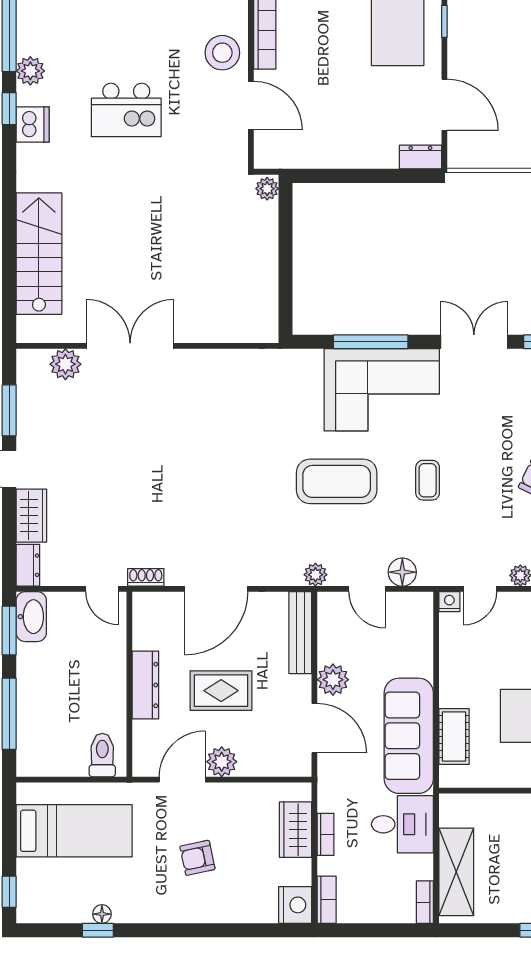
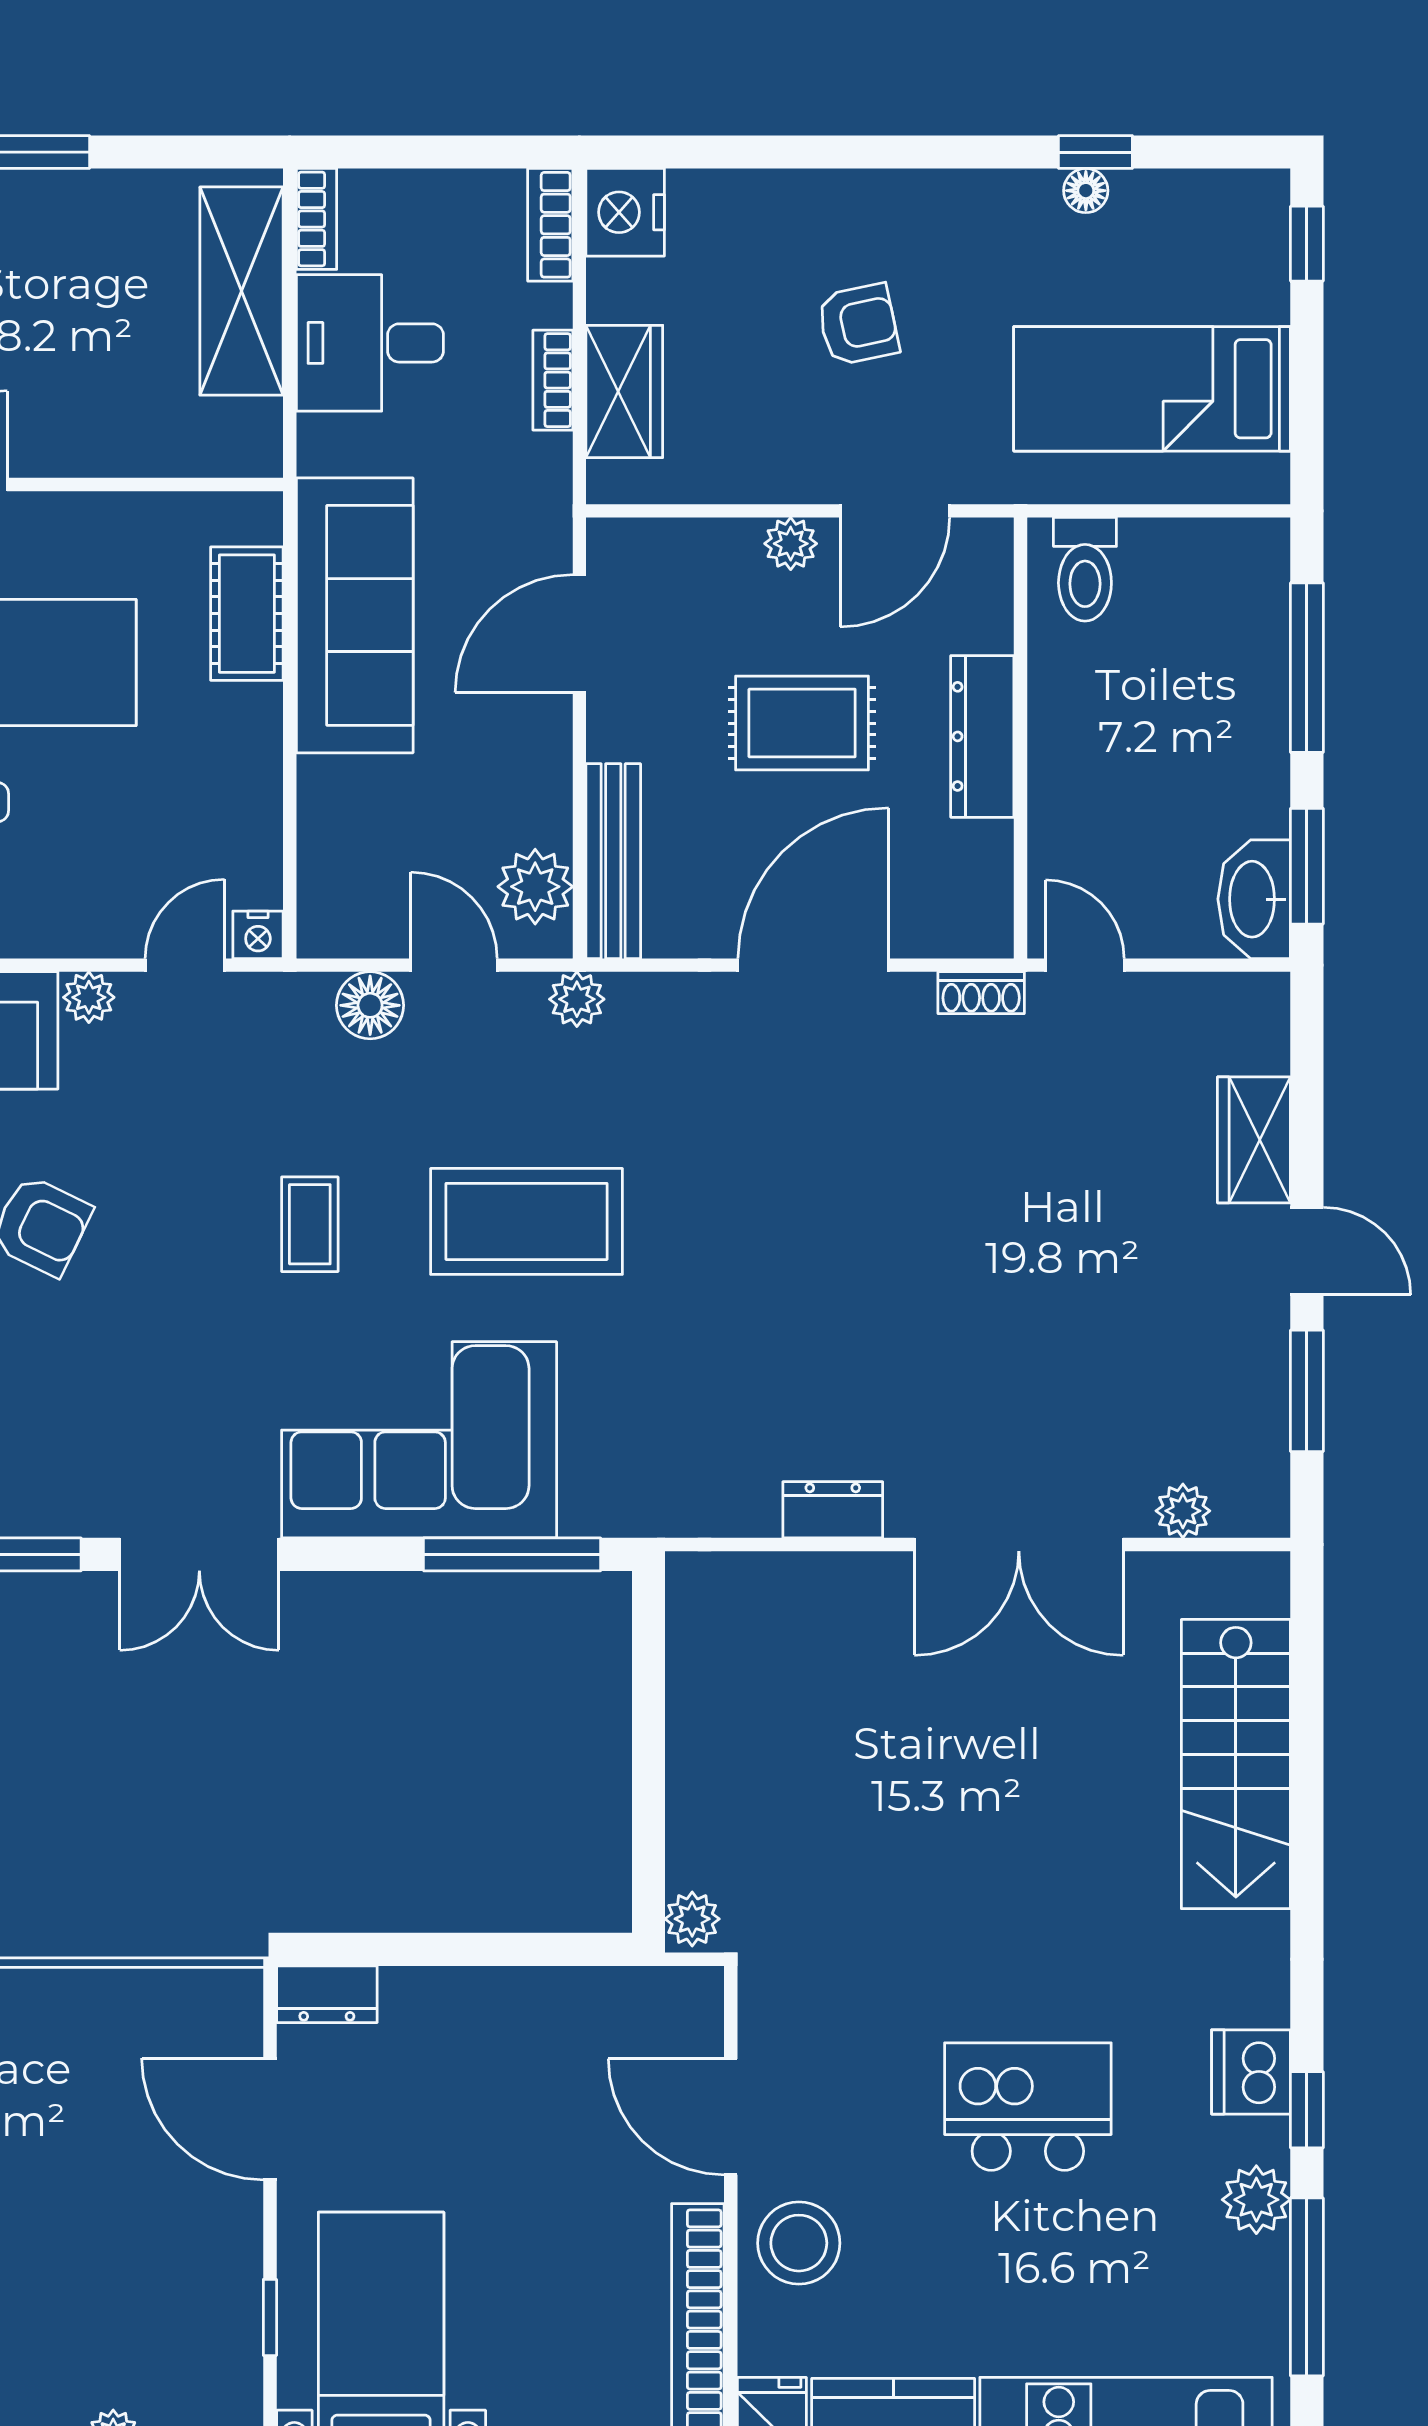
window: (371, 342) -> (512, 1554), moved
plant: (65, 364) -> (1183, 1511), width x0.73, depth x0.73
dresser: (28, 565) -> (833, 1510), moved, turned 90
plant: (333, 680) -> (535, 887), moved
door: (314, 728) -> (579, 634), hinge flipped
plant: (222, 762) -> (791, 544), width x0.73, depth x0.73
desk: (402, 824) -> (370, 343), moved

